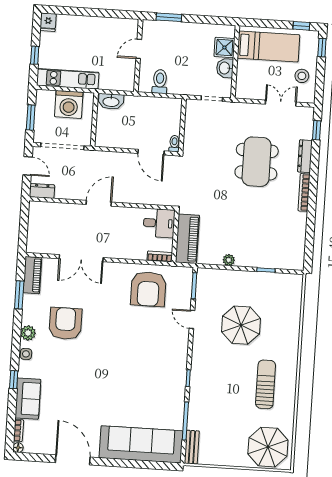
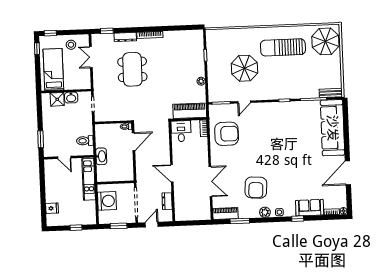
fridge: (48, 22) -> (52, 208), moved
kitchen unit: (68, 79) -> (89, 179), moved
washbasin: (111, 101) -> (101, 156), moved
dining table: (257, 162) -> (132, 69), turned 90
dresser: (42, 191) -> (167, 201), moved
armchair: (65, 323) -> (256, 188), turned -86
sun lounger: (266, 384) -> (283, 47), width x1.36, depth x1.34

